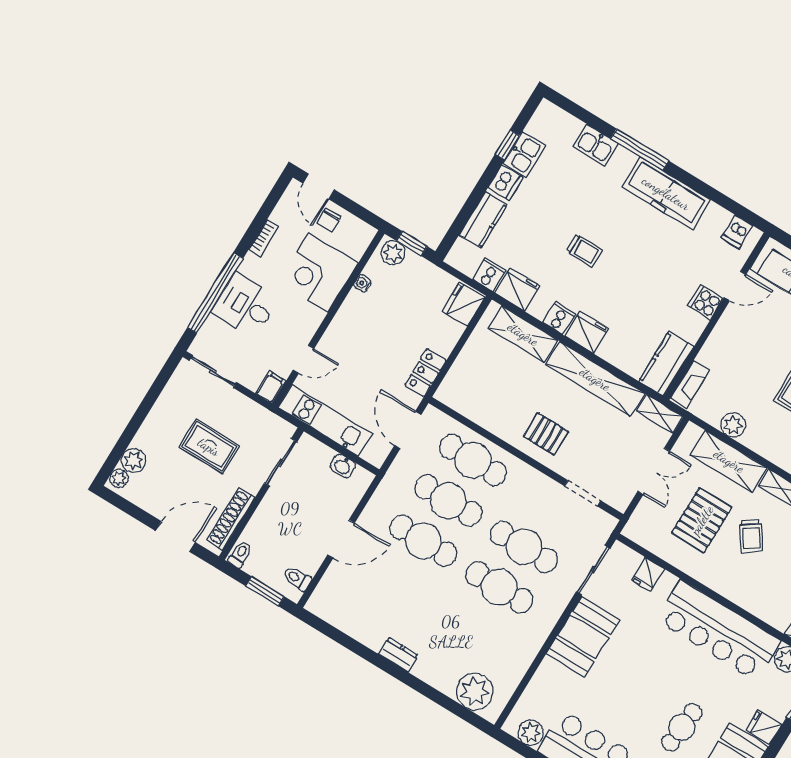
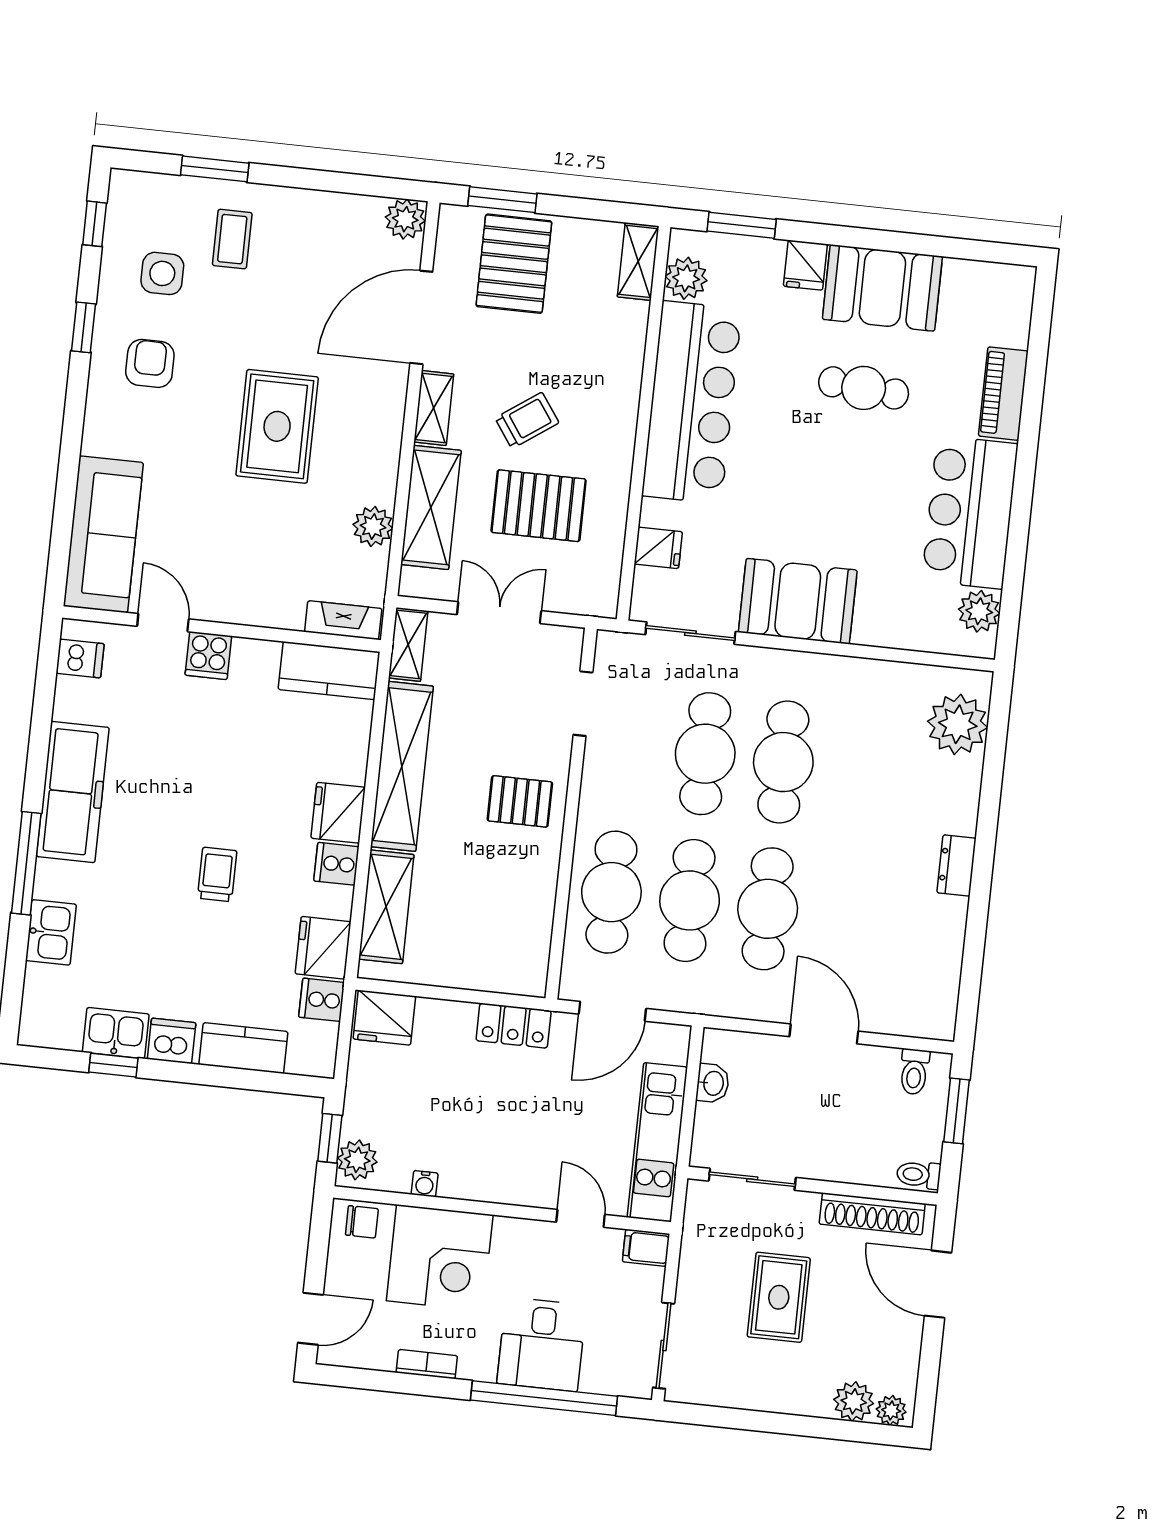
chair: (329, 220) -> (362, 1222), moved
pallet: (546, 434) -> (520, 801), turned 90

